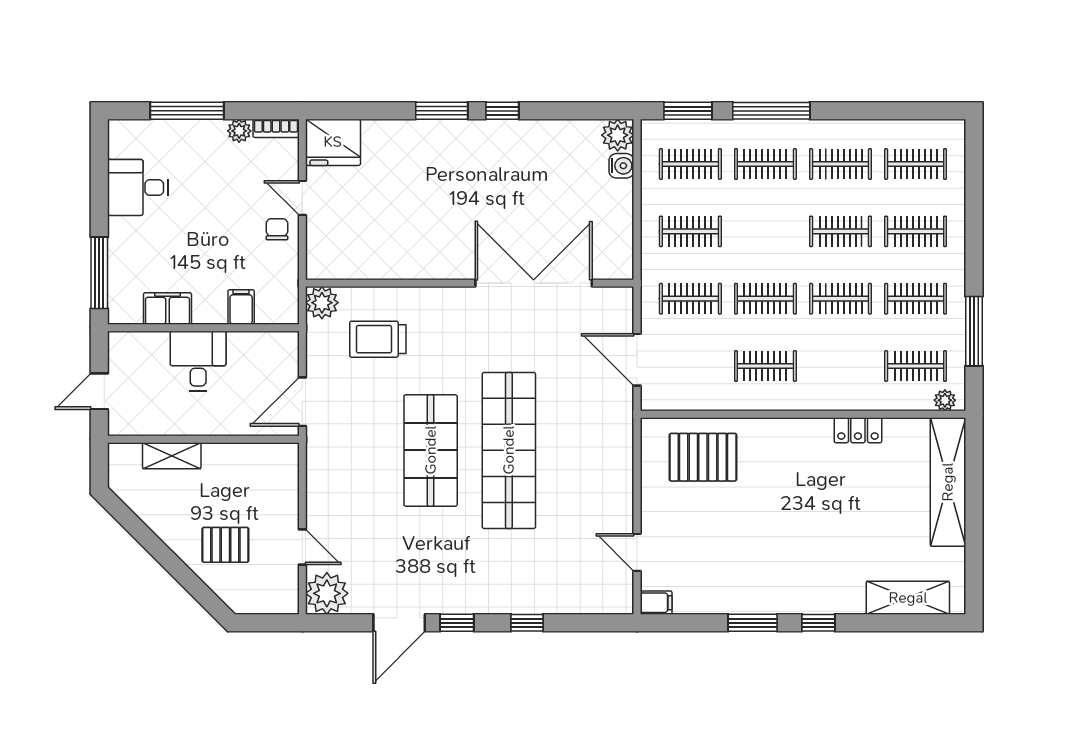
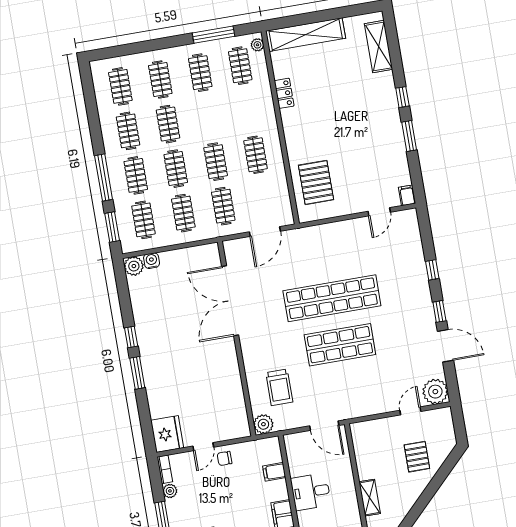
clothes rail: (841, 299) -> (176, 169), moved

